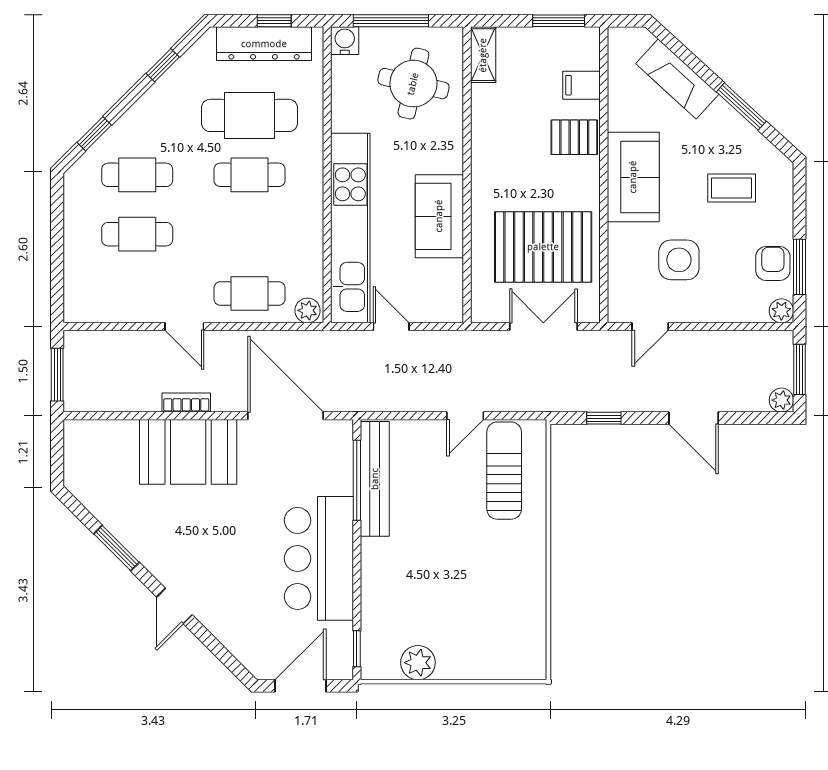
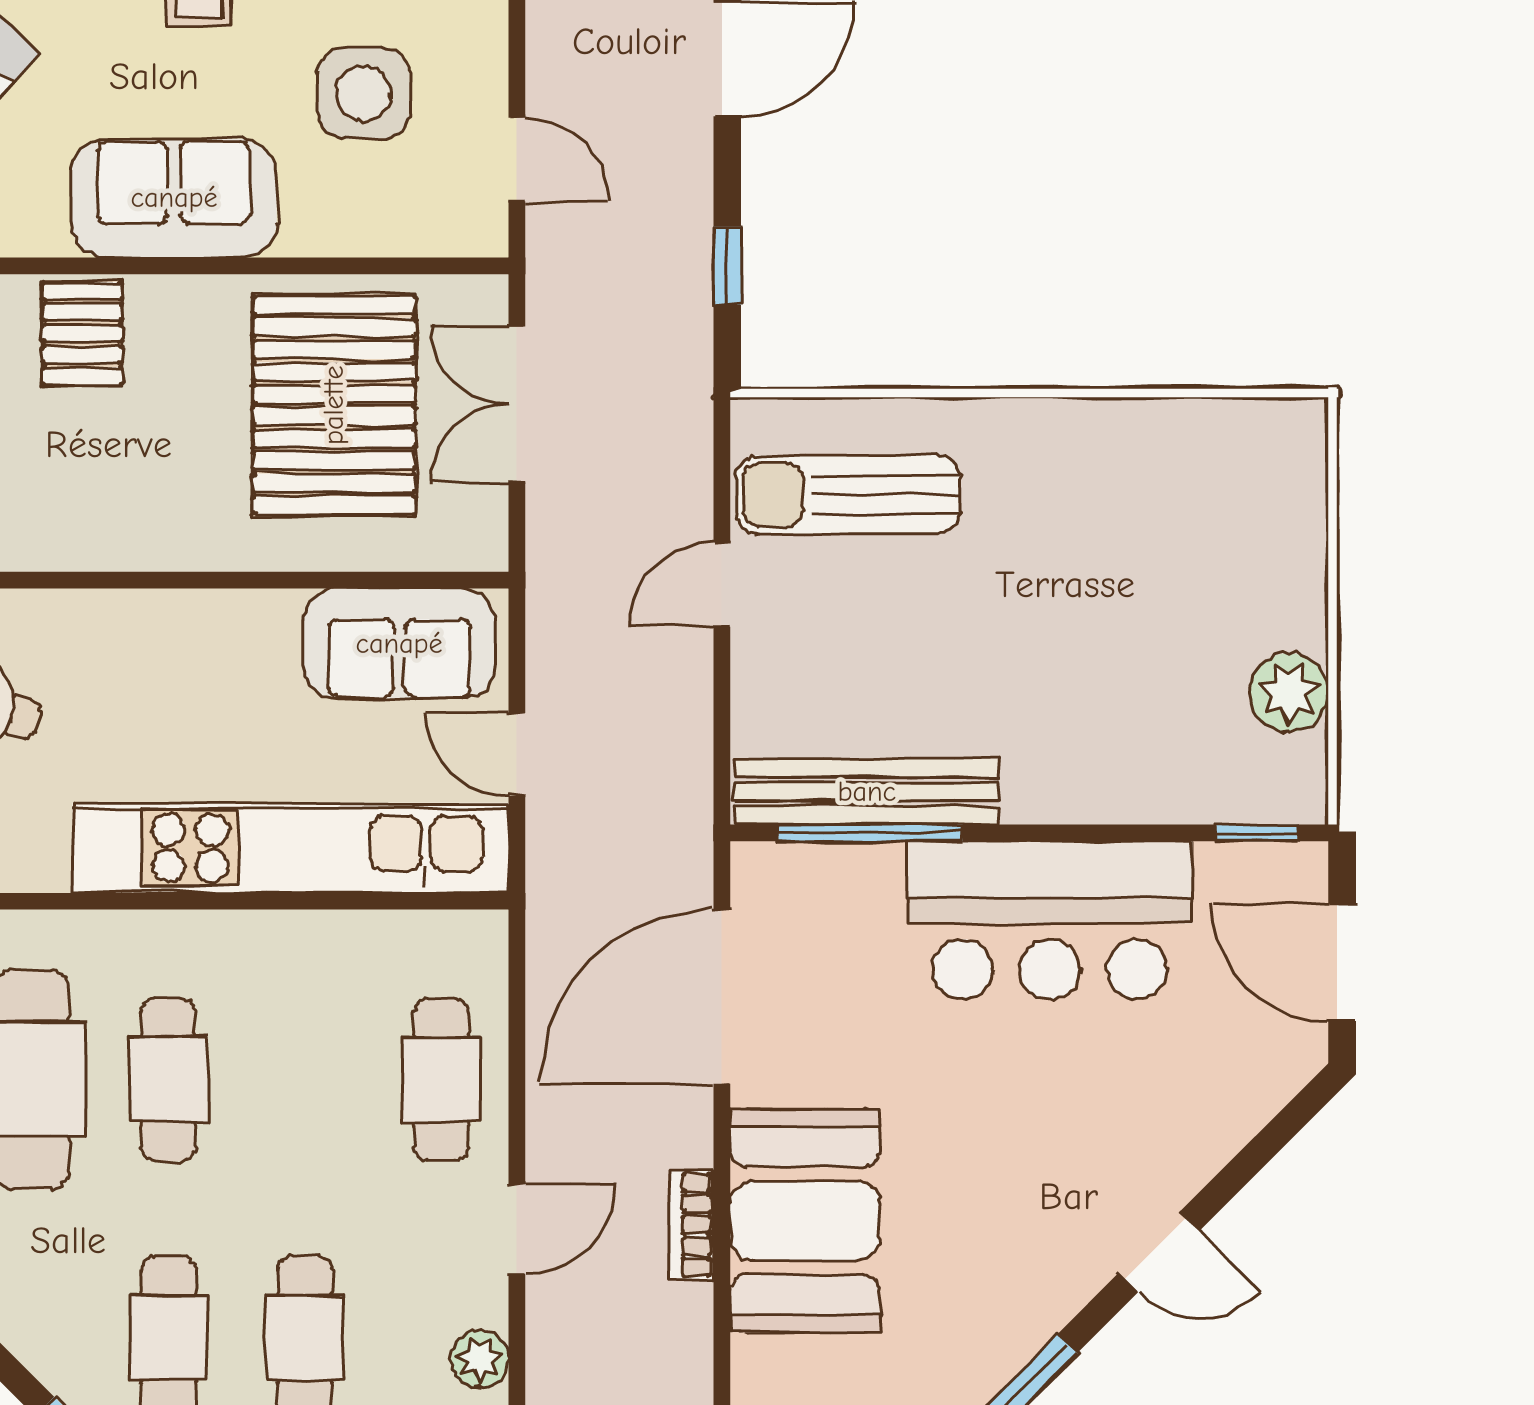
sofa: (439, 216) -> (399, 644), moved
plant: (308, 310) -> (480, 1359), moved
door: (391, 327) -> (517, 754), hinge flipped
door: (465, 416) -> (722, 584), swing flipped

